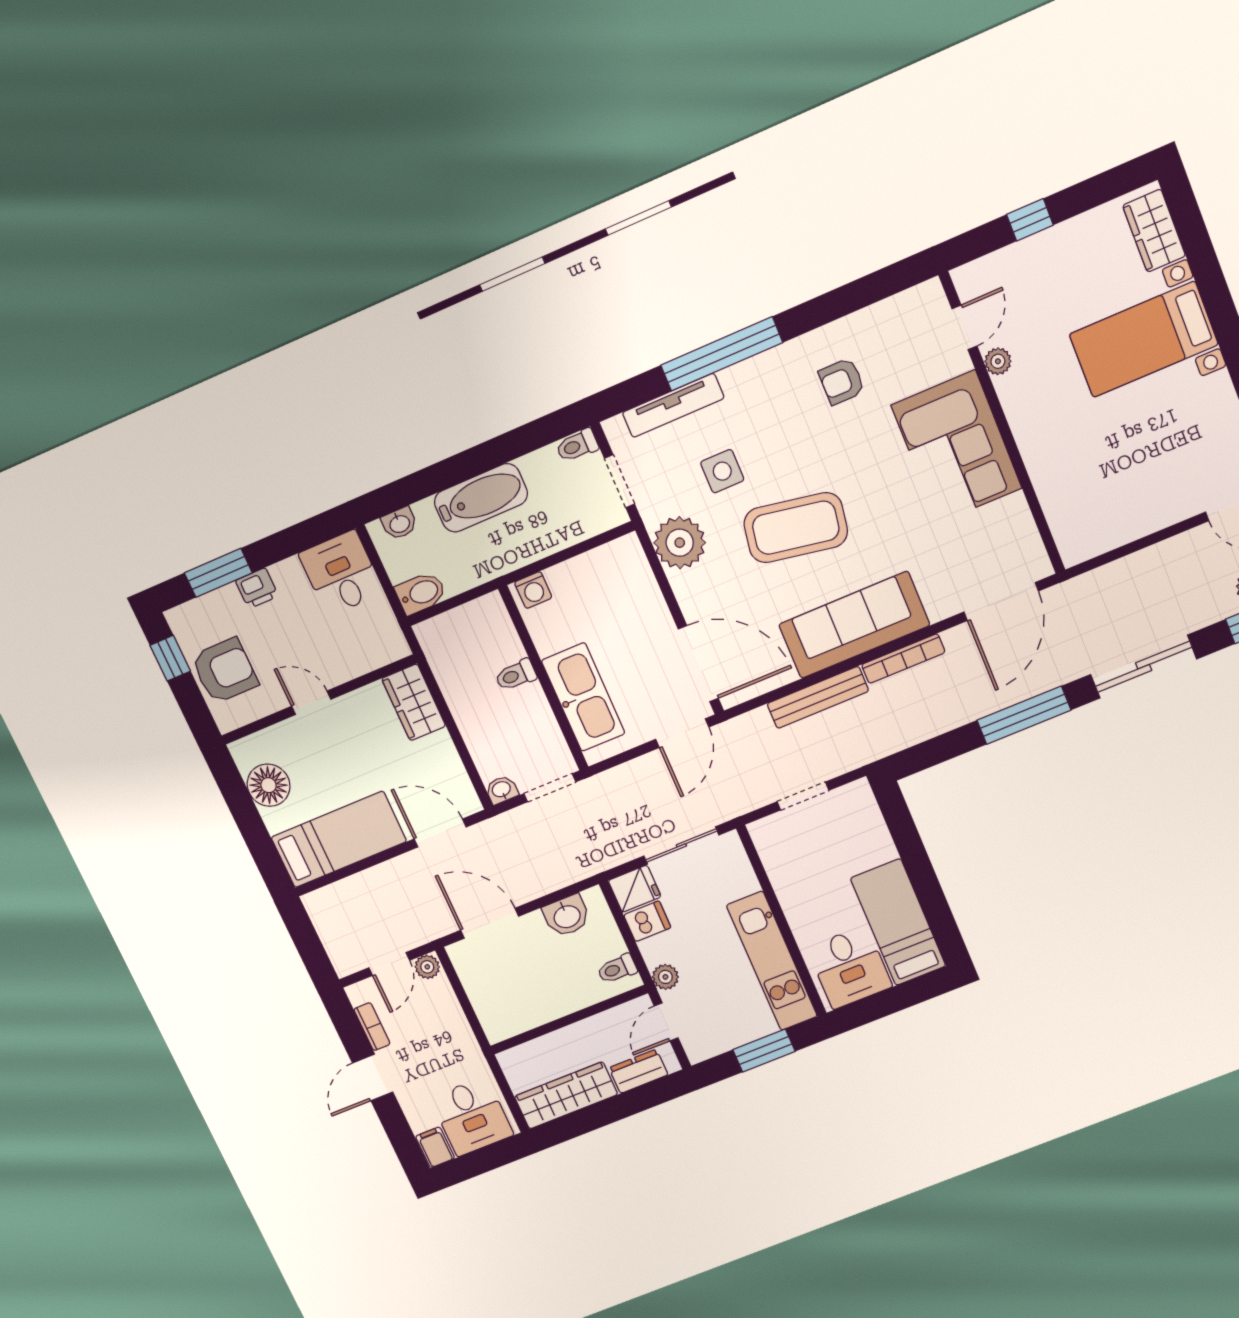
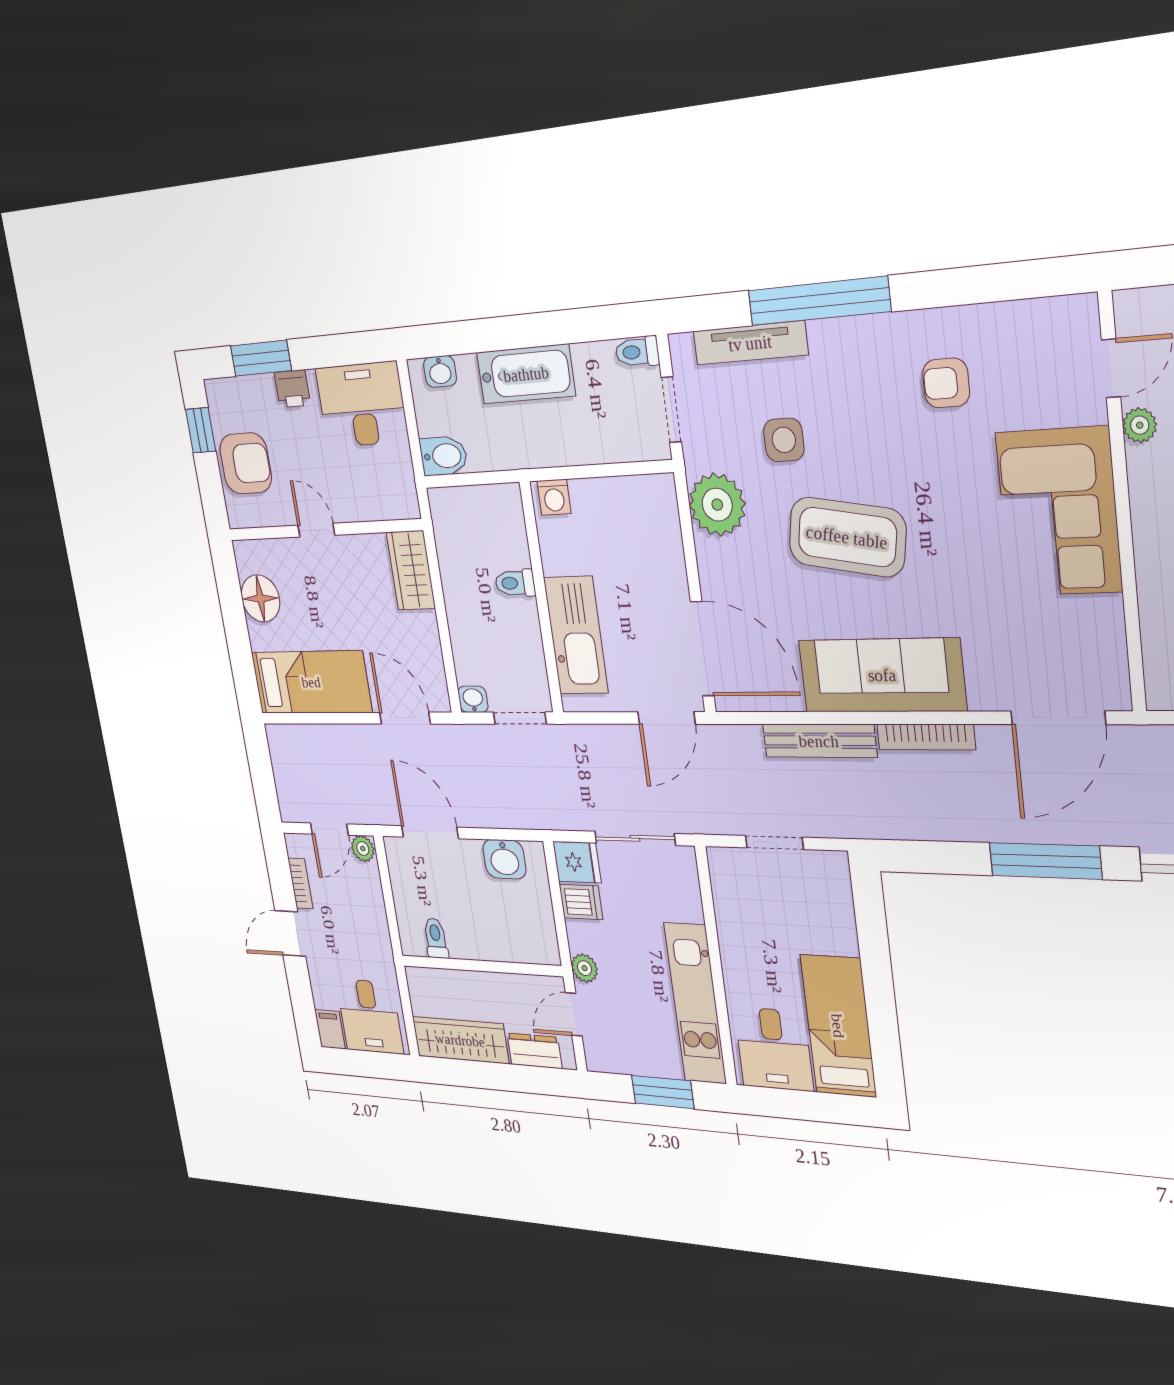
desk: (341, 573) -> (362, 405), width x1.37
toilet: (617, 969) -> (436, 938), moved, turned 90

